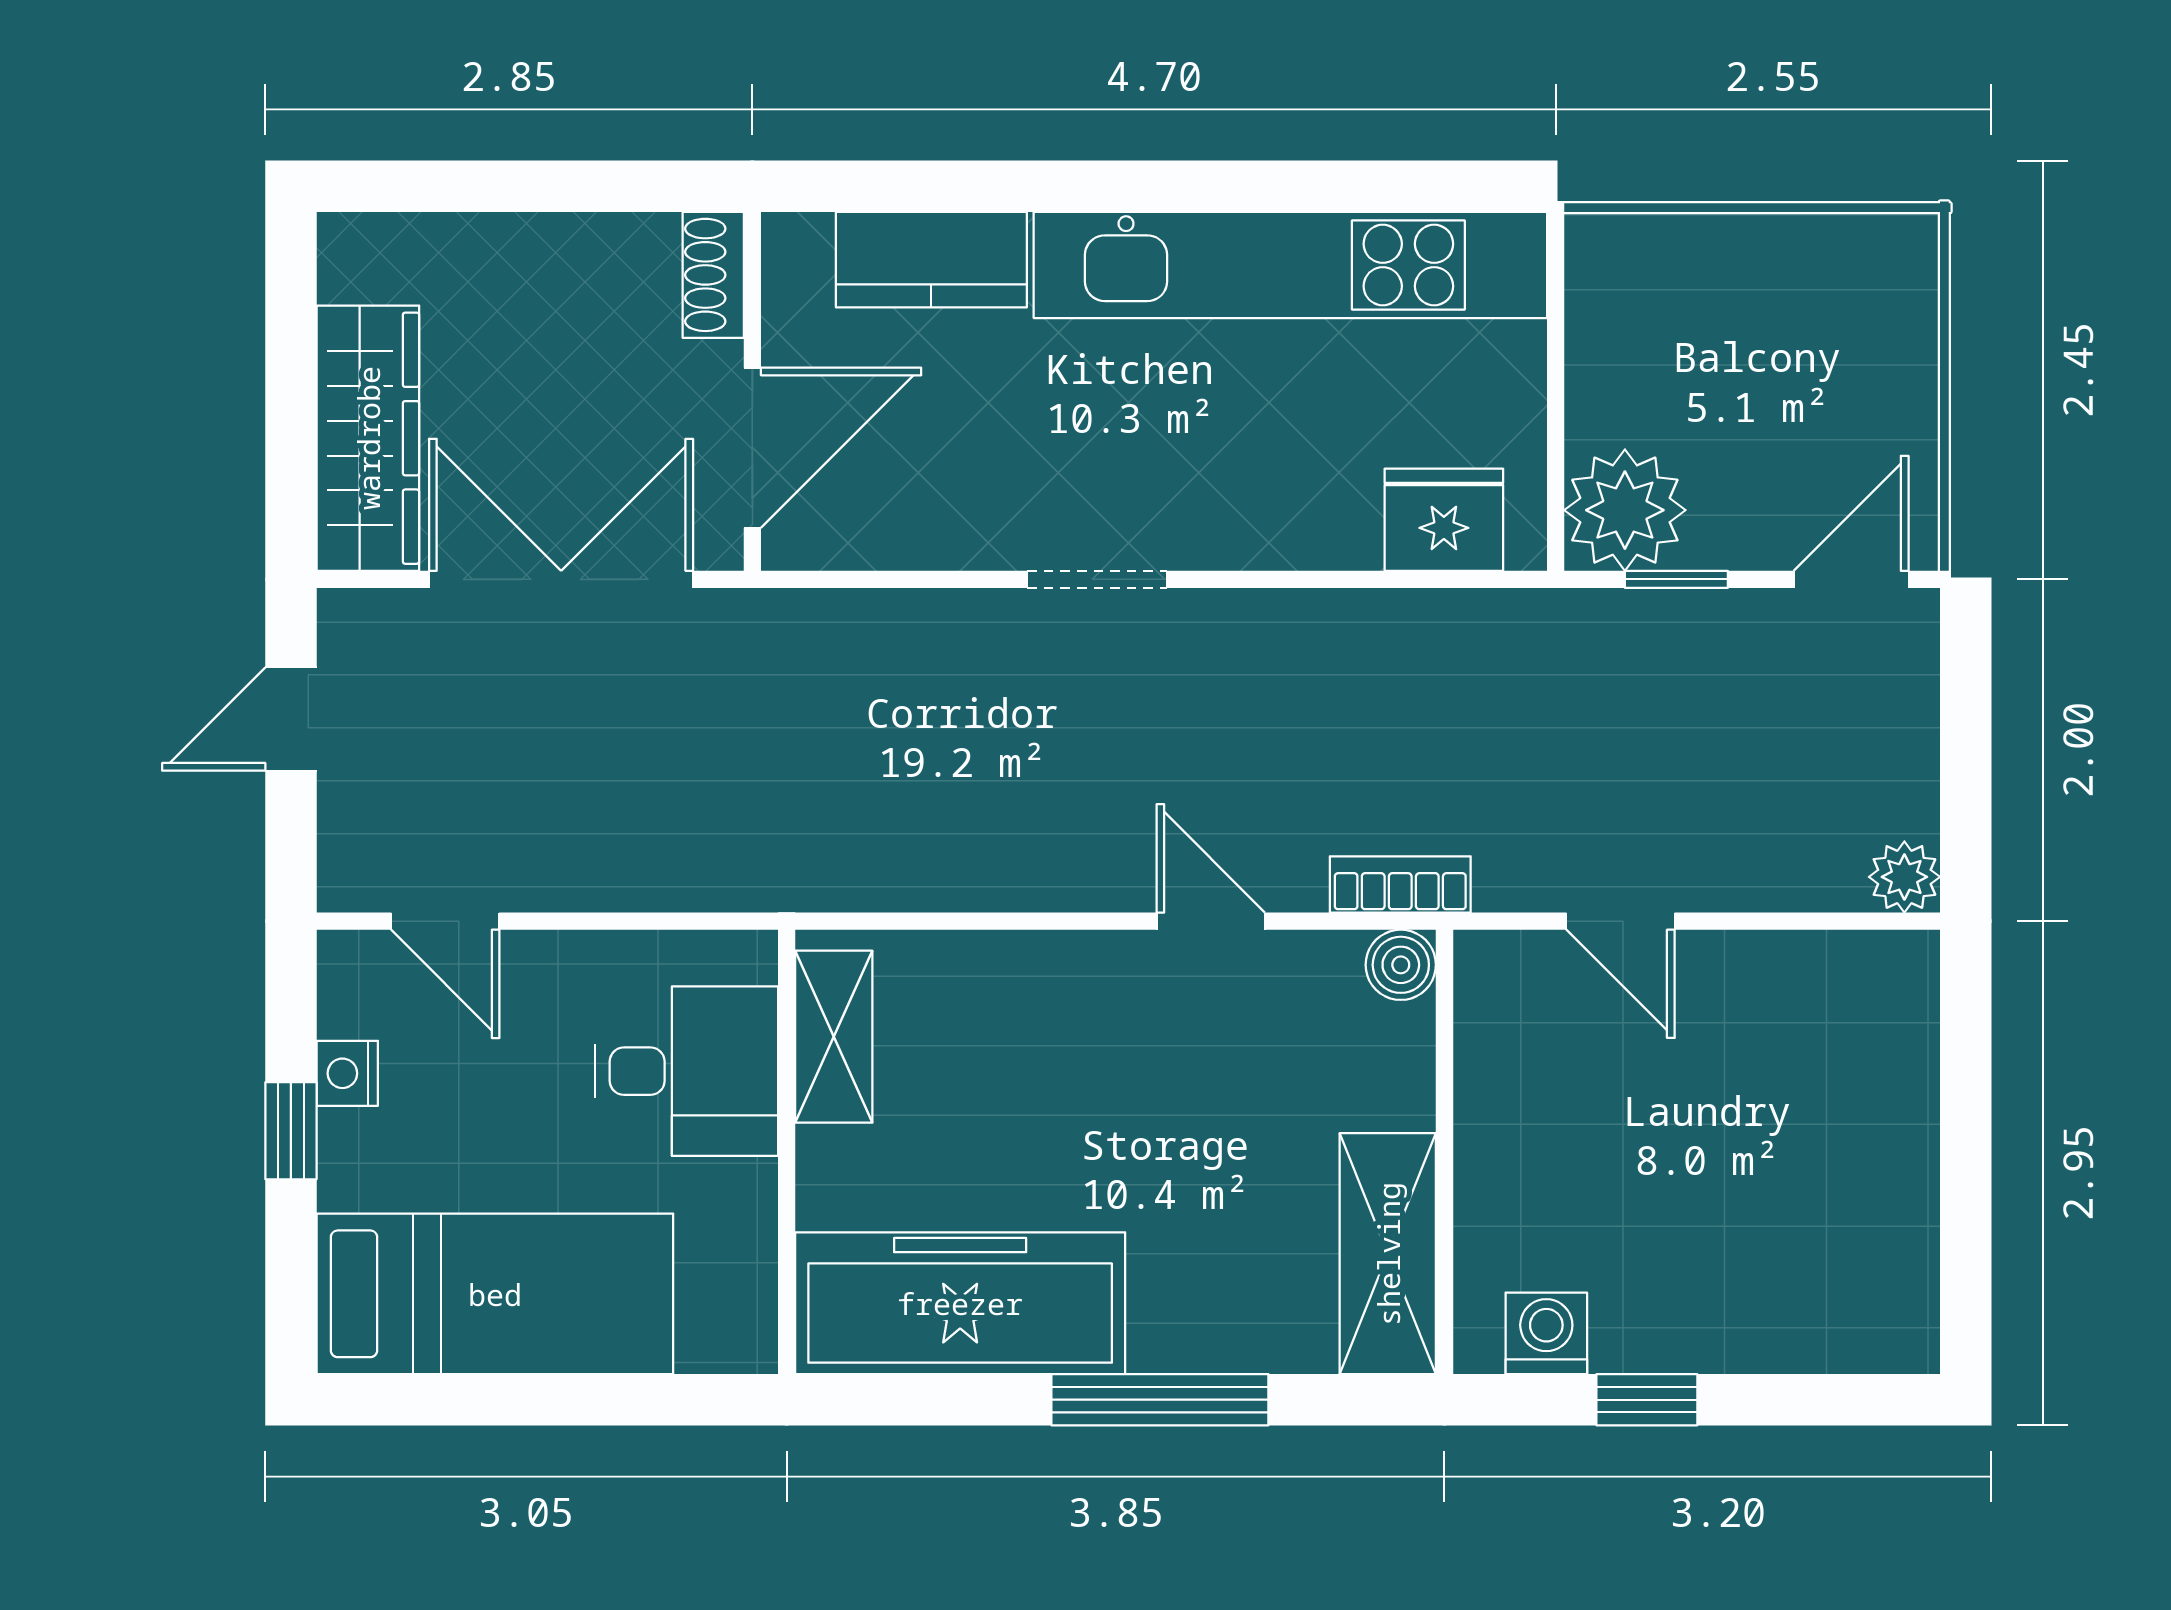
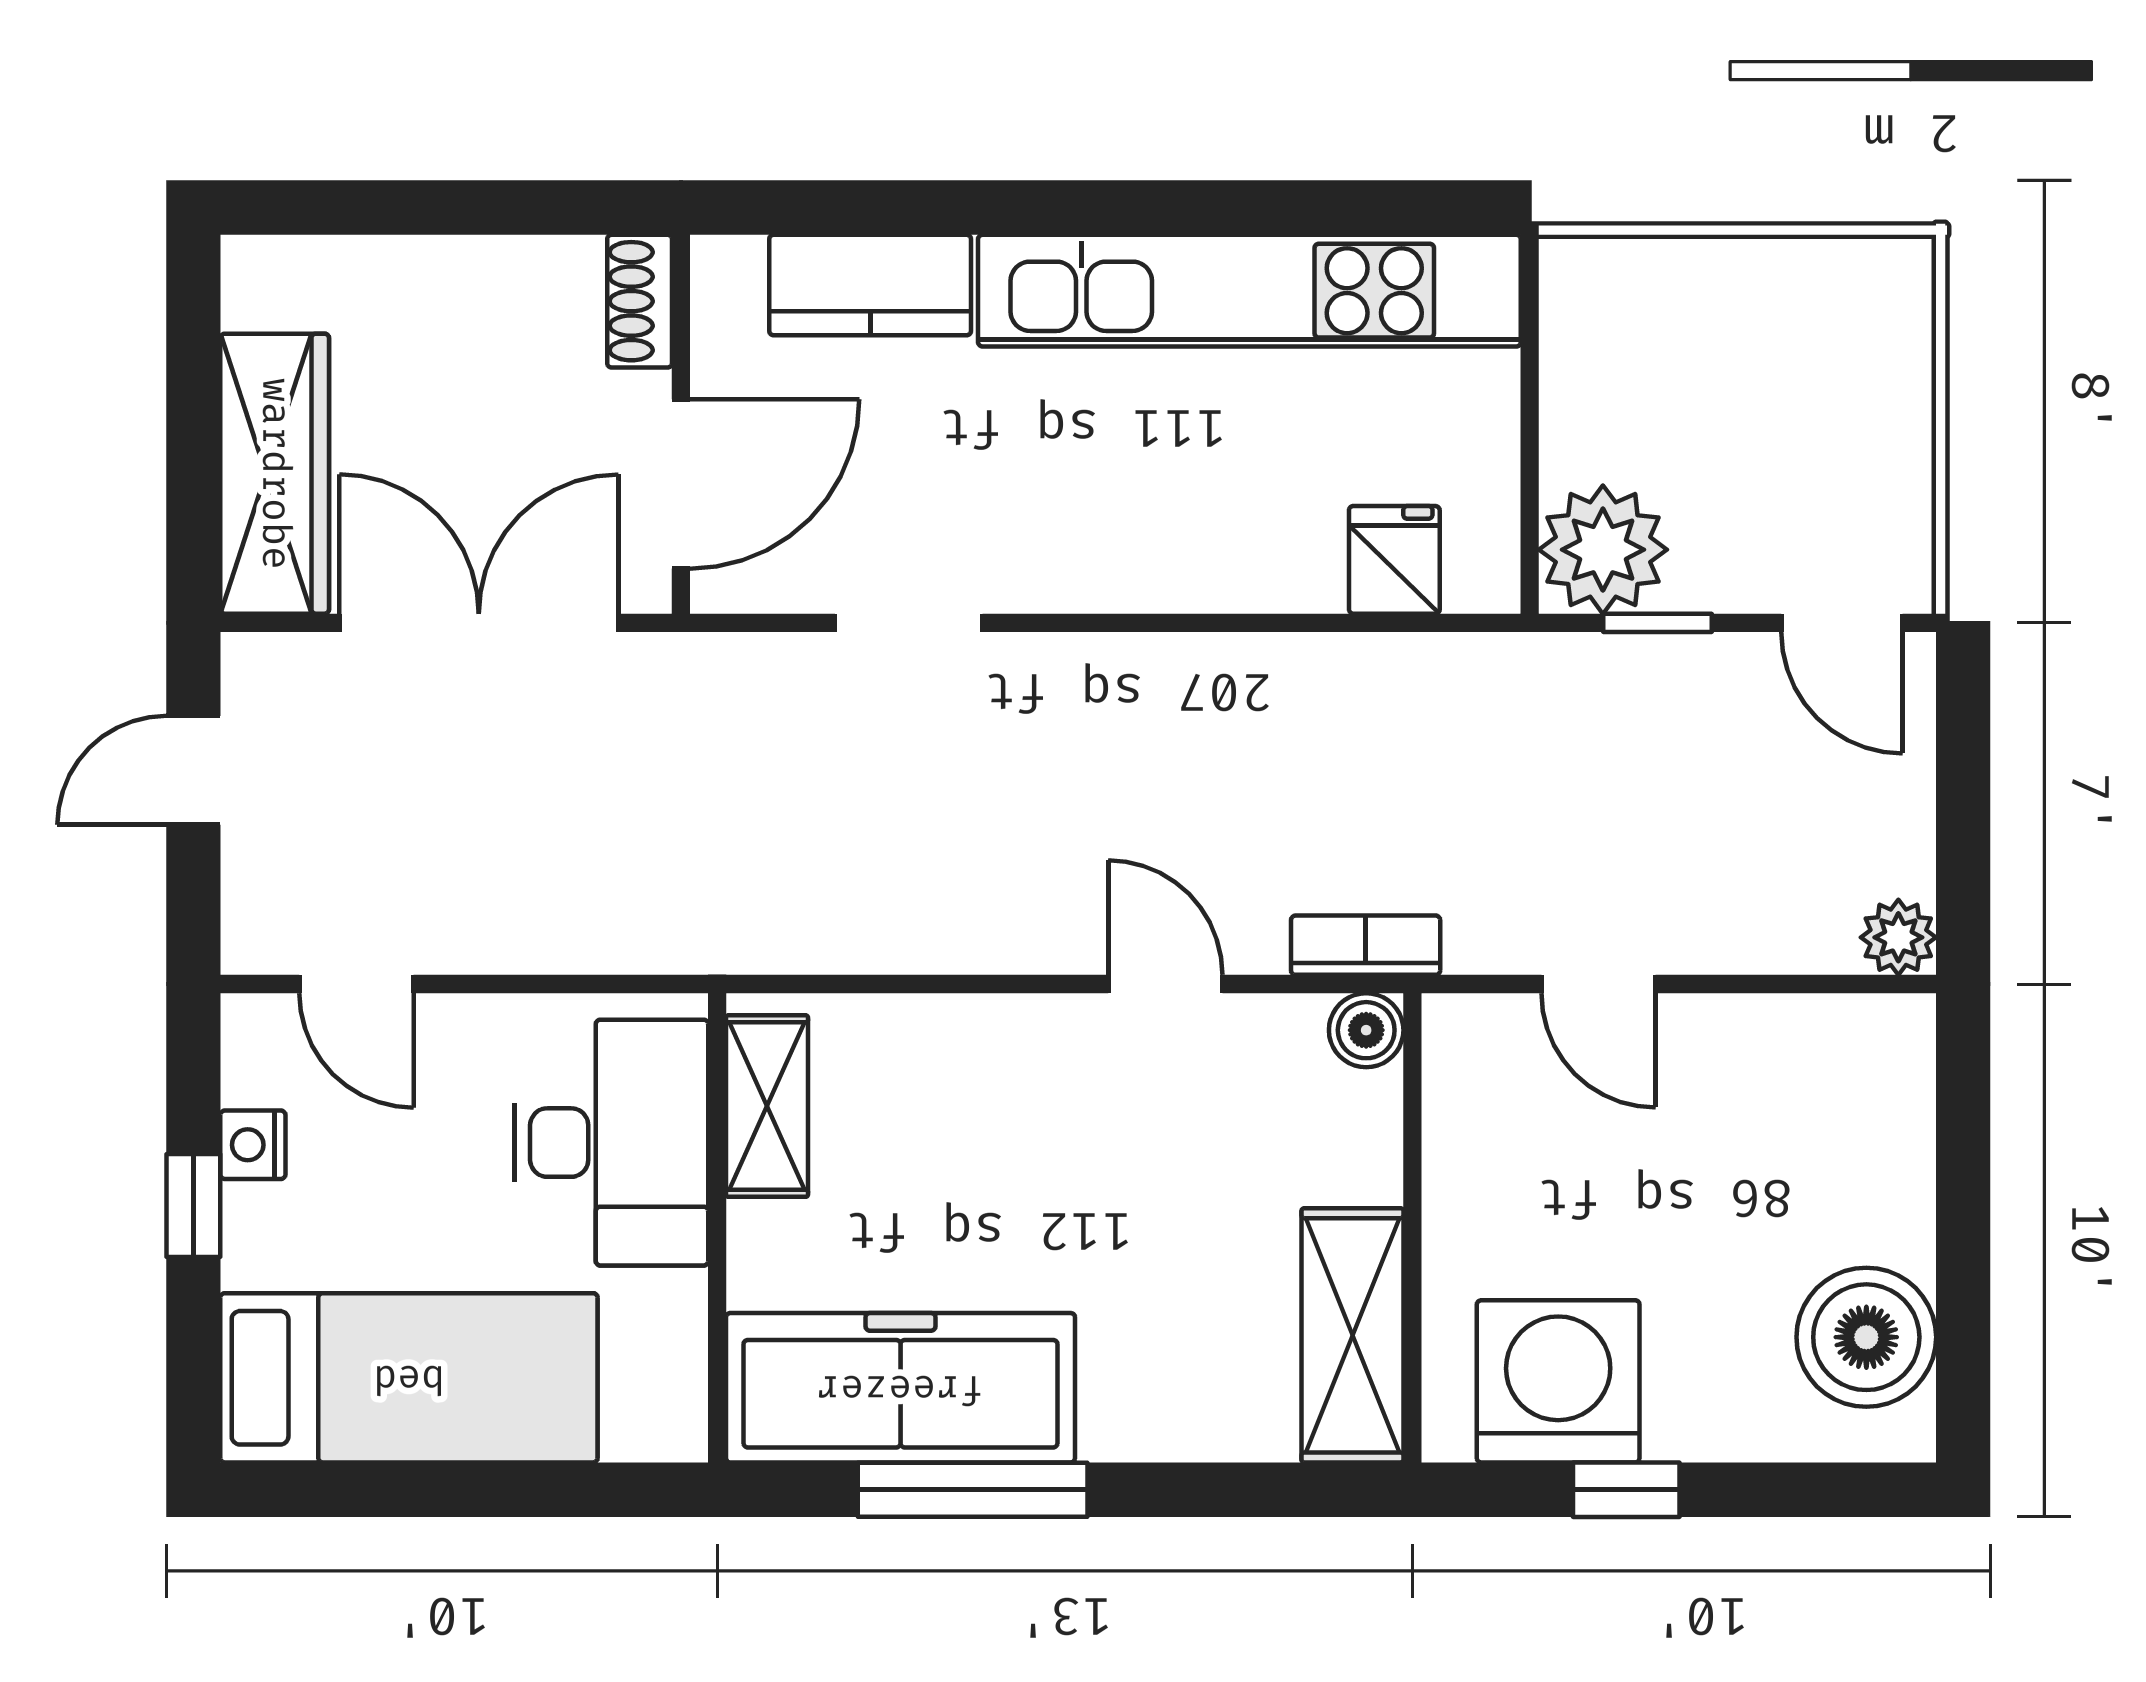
fridge: (1444, 520) -> (1394, 560), width x0.72
doorway: (1097, 579) -> (909, 623), moved
door: (1851, 579) -> (1842, 623), swing flipped
desk: (687, 1071) -> (611, 1143), width x1.37
boiler: (1874, 1255) -> (1866, 1337), added
washing machine: (1546, 1333) -> (1558, 1381), width x1.89, depth x1.89
window: (1160, 1400) -> (973, 1490), moved

